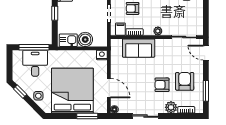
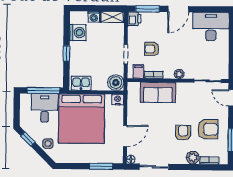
boiler: (85, 39) -> (116, 83), moved
armchair: (185, 81) -> (208, 129), turned 90
armchair: (162, 85) -> (183, 133), turned 90
door: (109, 88) -> (125, 136), hinge flipped
bed: (72, 91) -> (82, 119), moved, turned 180
sliding door: (146, 116) -> (154, 167), moved

